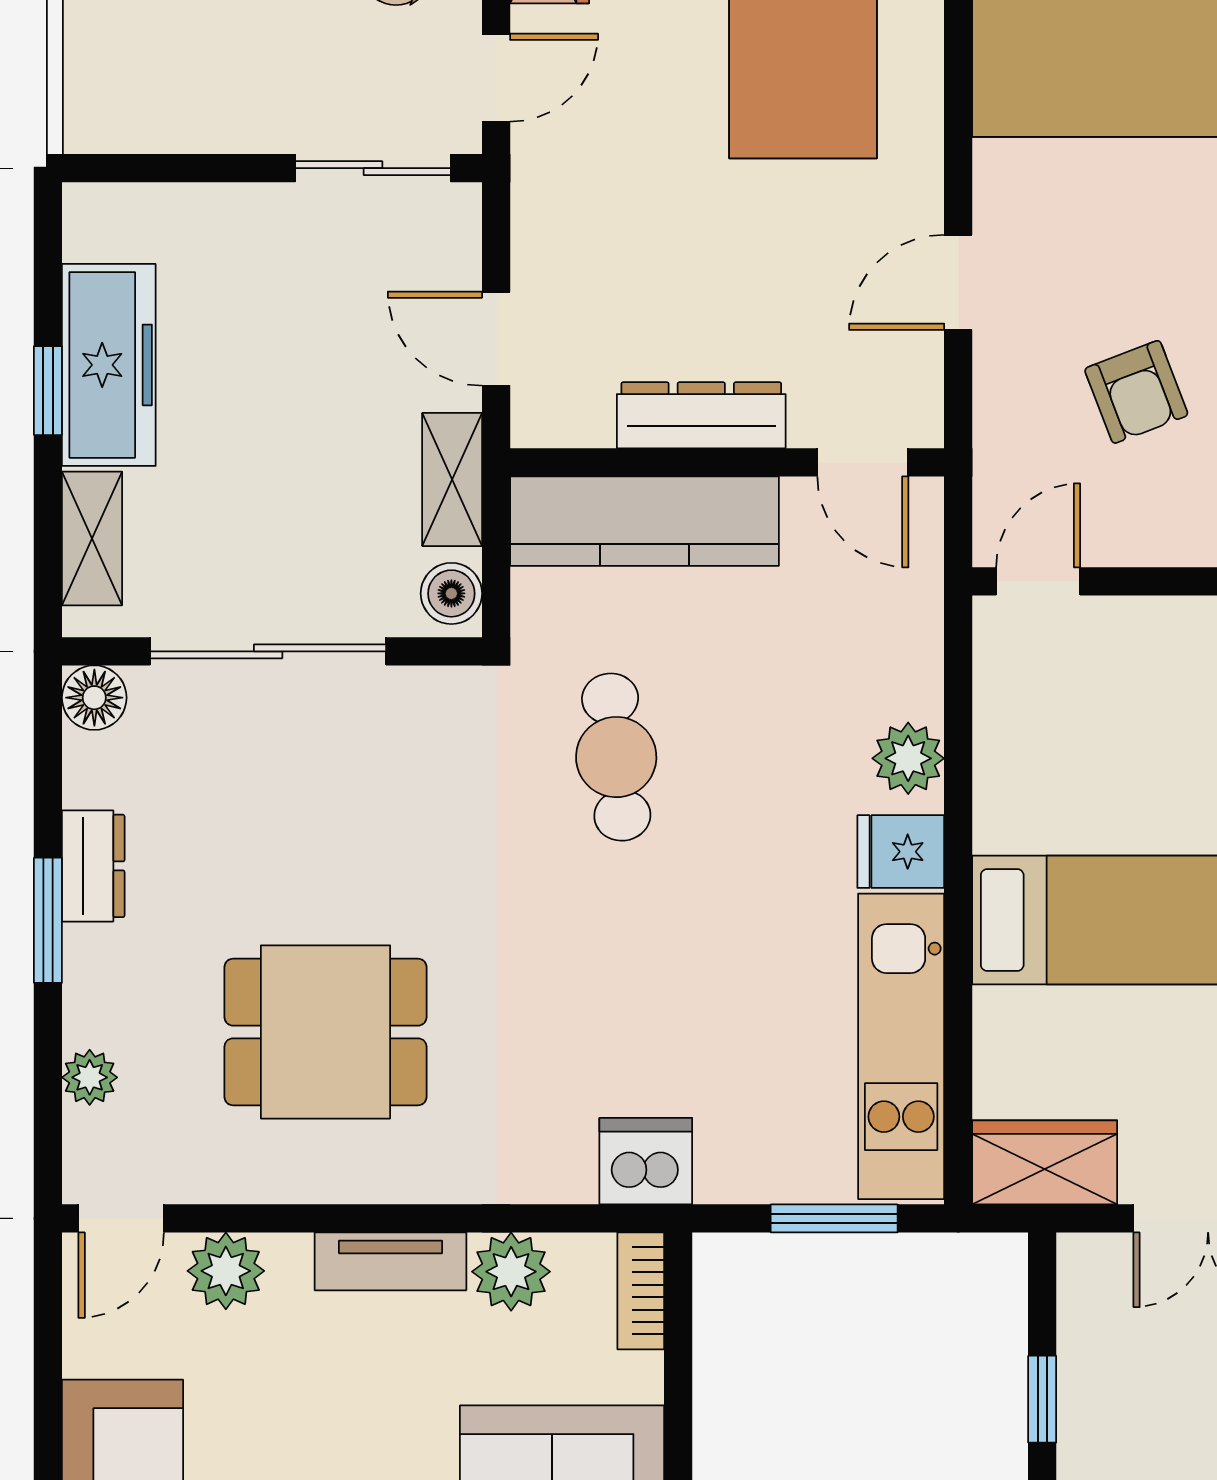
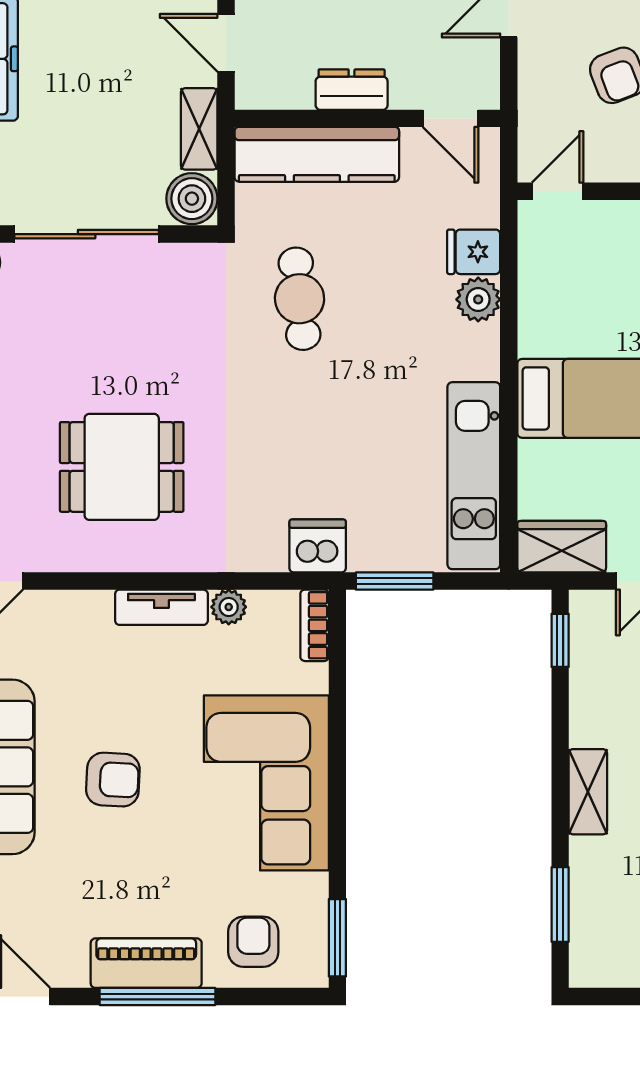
dresser: (701, 415) -> (352, 90), width x0.70
boiler: (451, 593) -> (192, 199), width x1.36, depth x1.36
fridge: (901, 852) -> (474, 252), moved
window: (834, 1218) -> (395, 581), moved
plant: (226, 1271) -> (61, 613), removed
plant: (511, 1272) -> (229, 607), width x0.73, depth x0.73
window: (1042, 1399) -> (560, 640), moved

